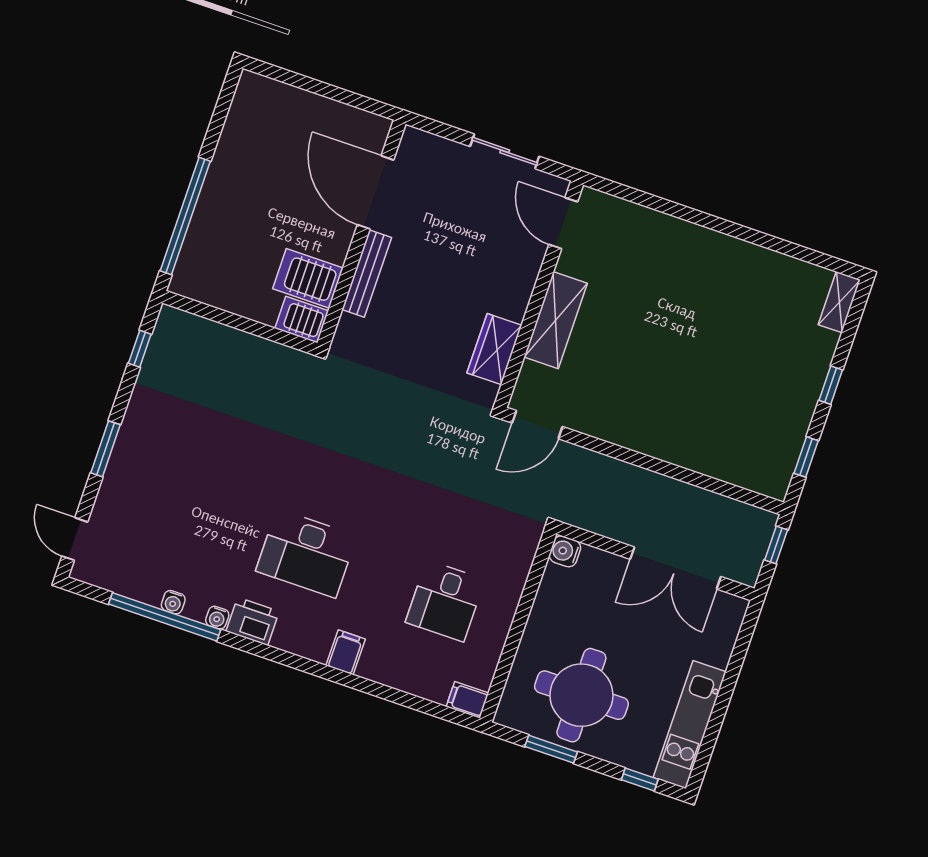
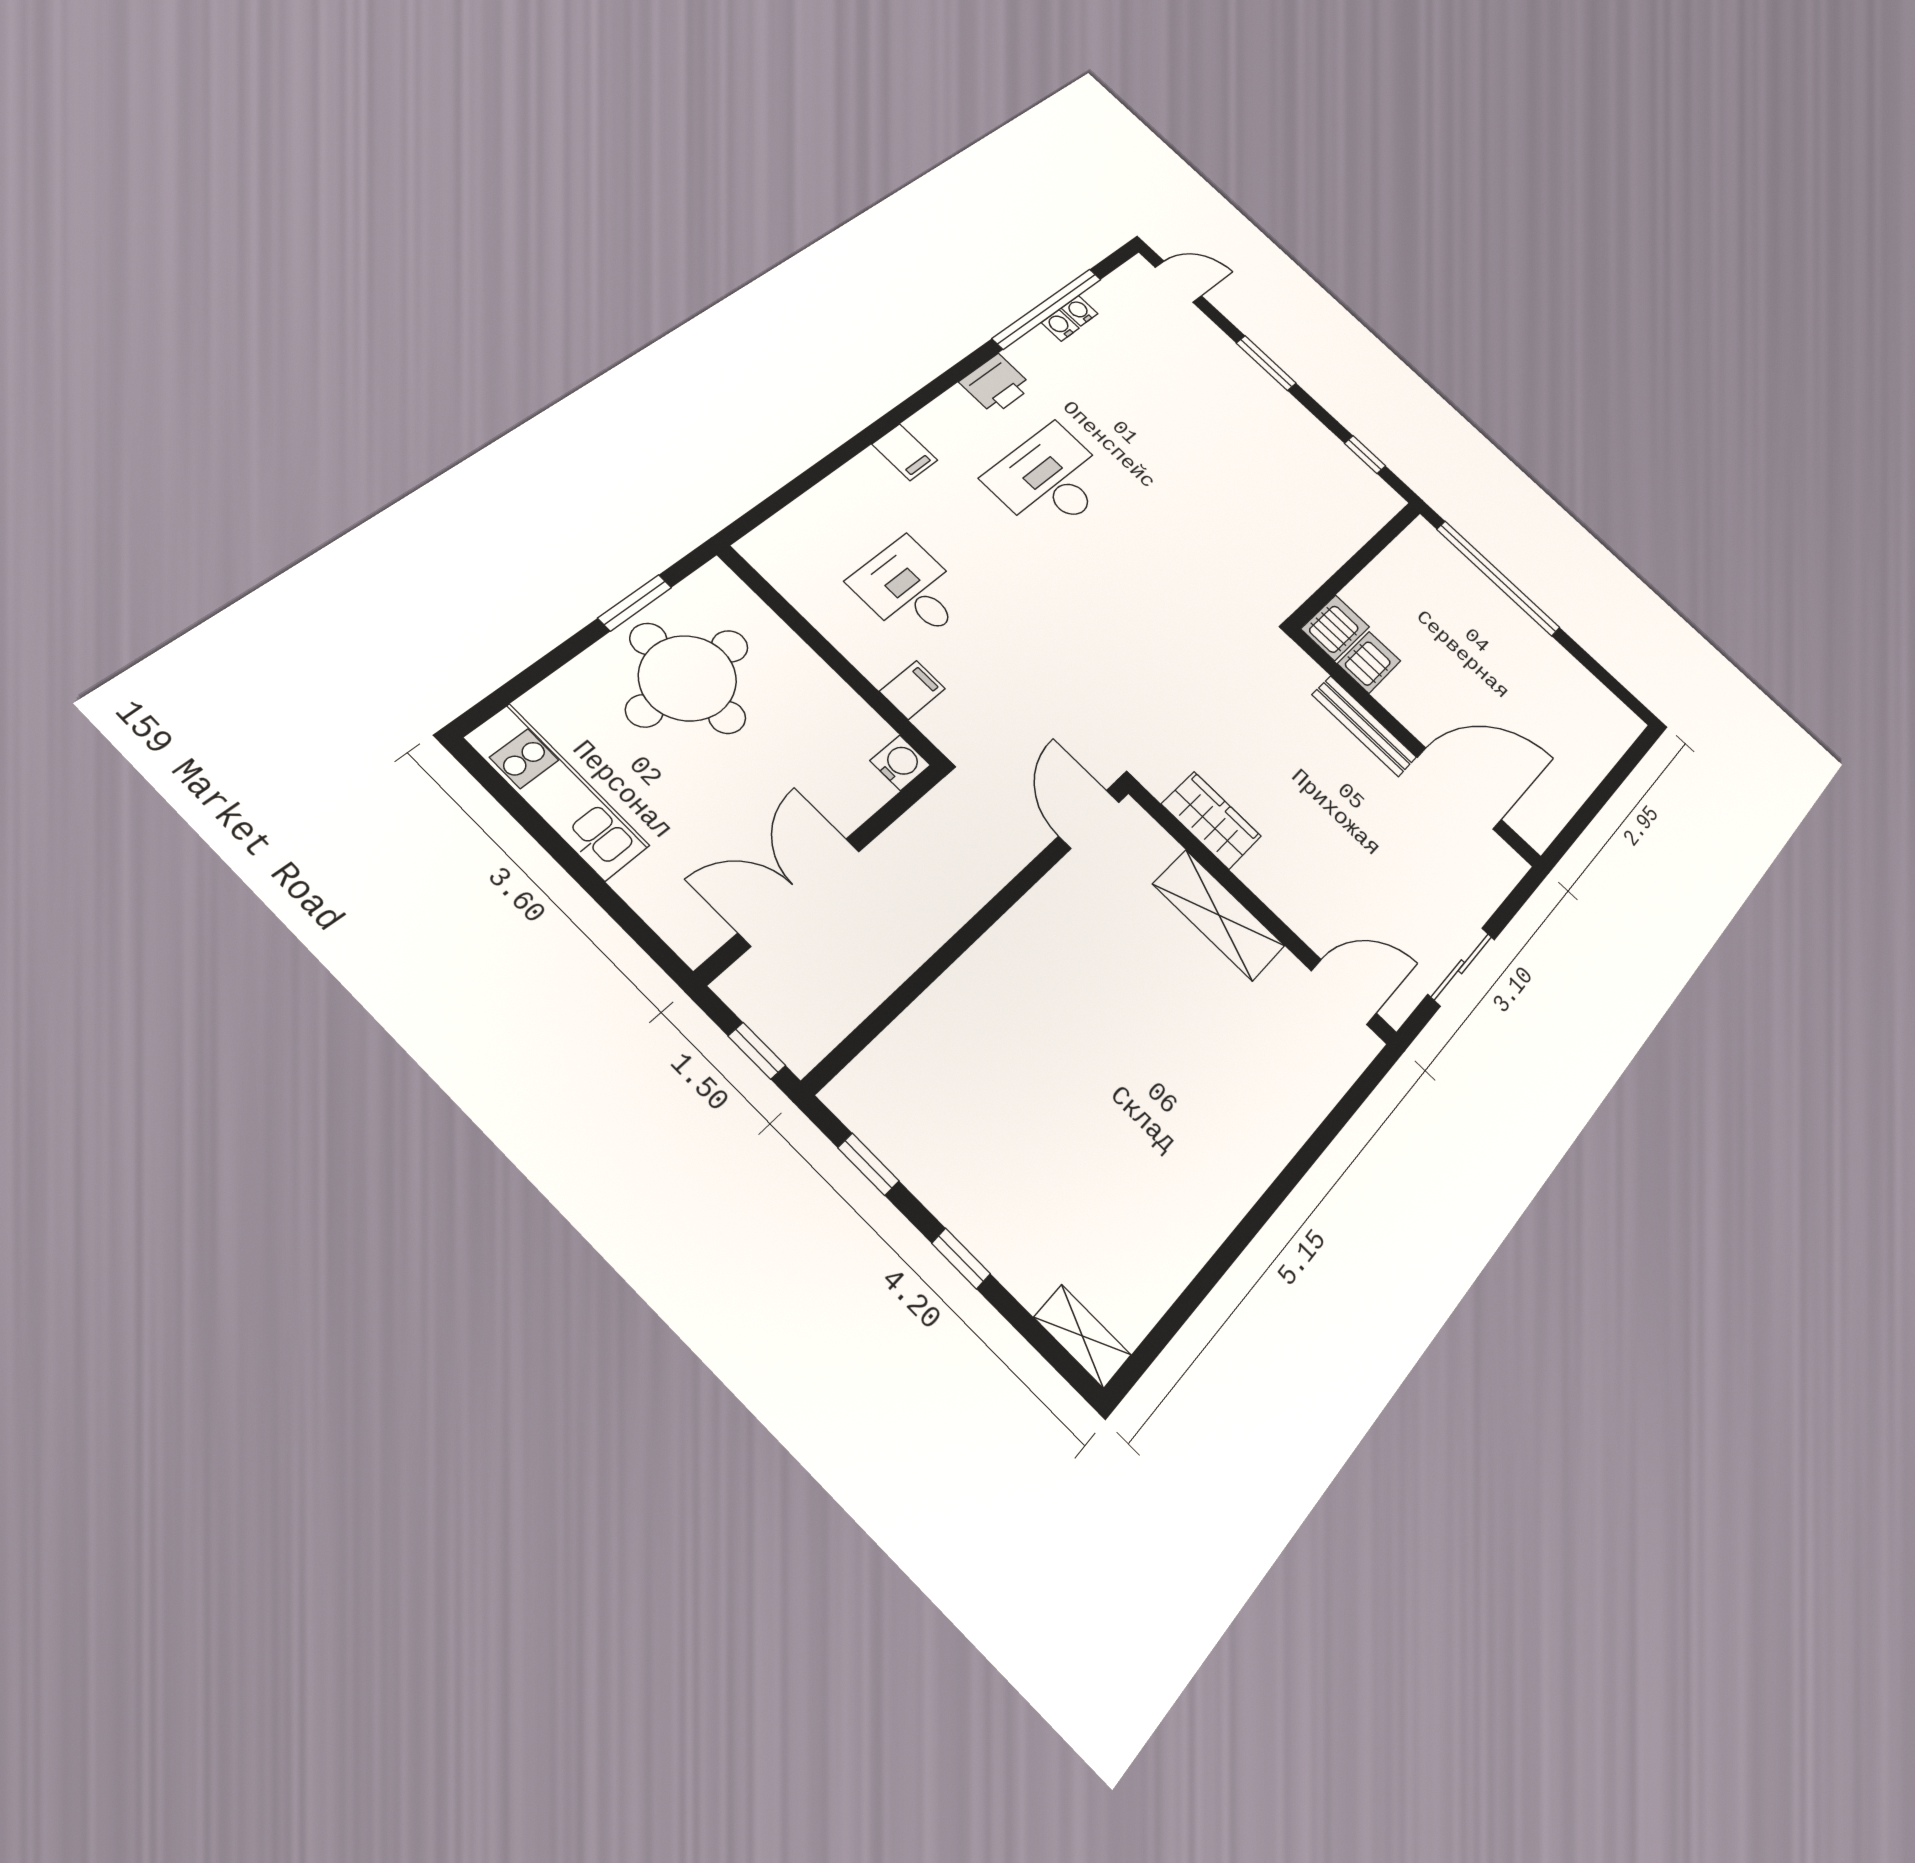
server rack: (308, 278) -> (1369, 662), width x0.73, depth x0.70
water cooler: (217, 618) -> (1080, 311), moved
filing cabinet: (467, 700) -> (912, 690), moved
window: (640, 780) -> (518, 686), removed

